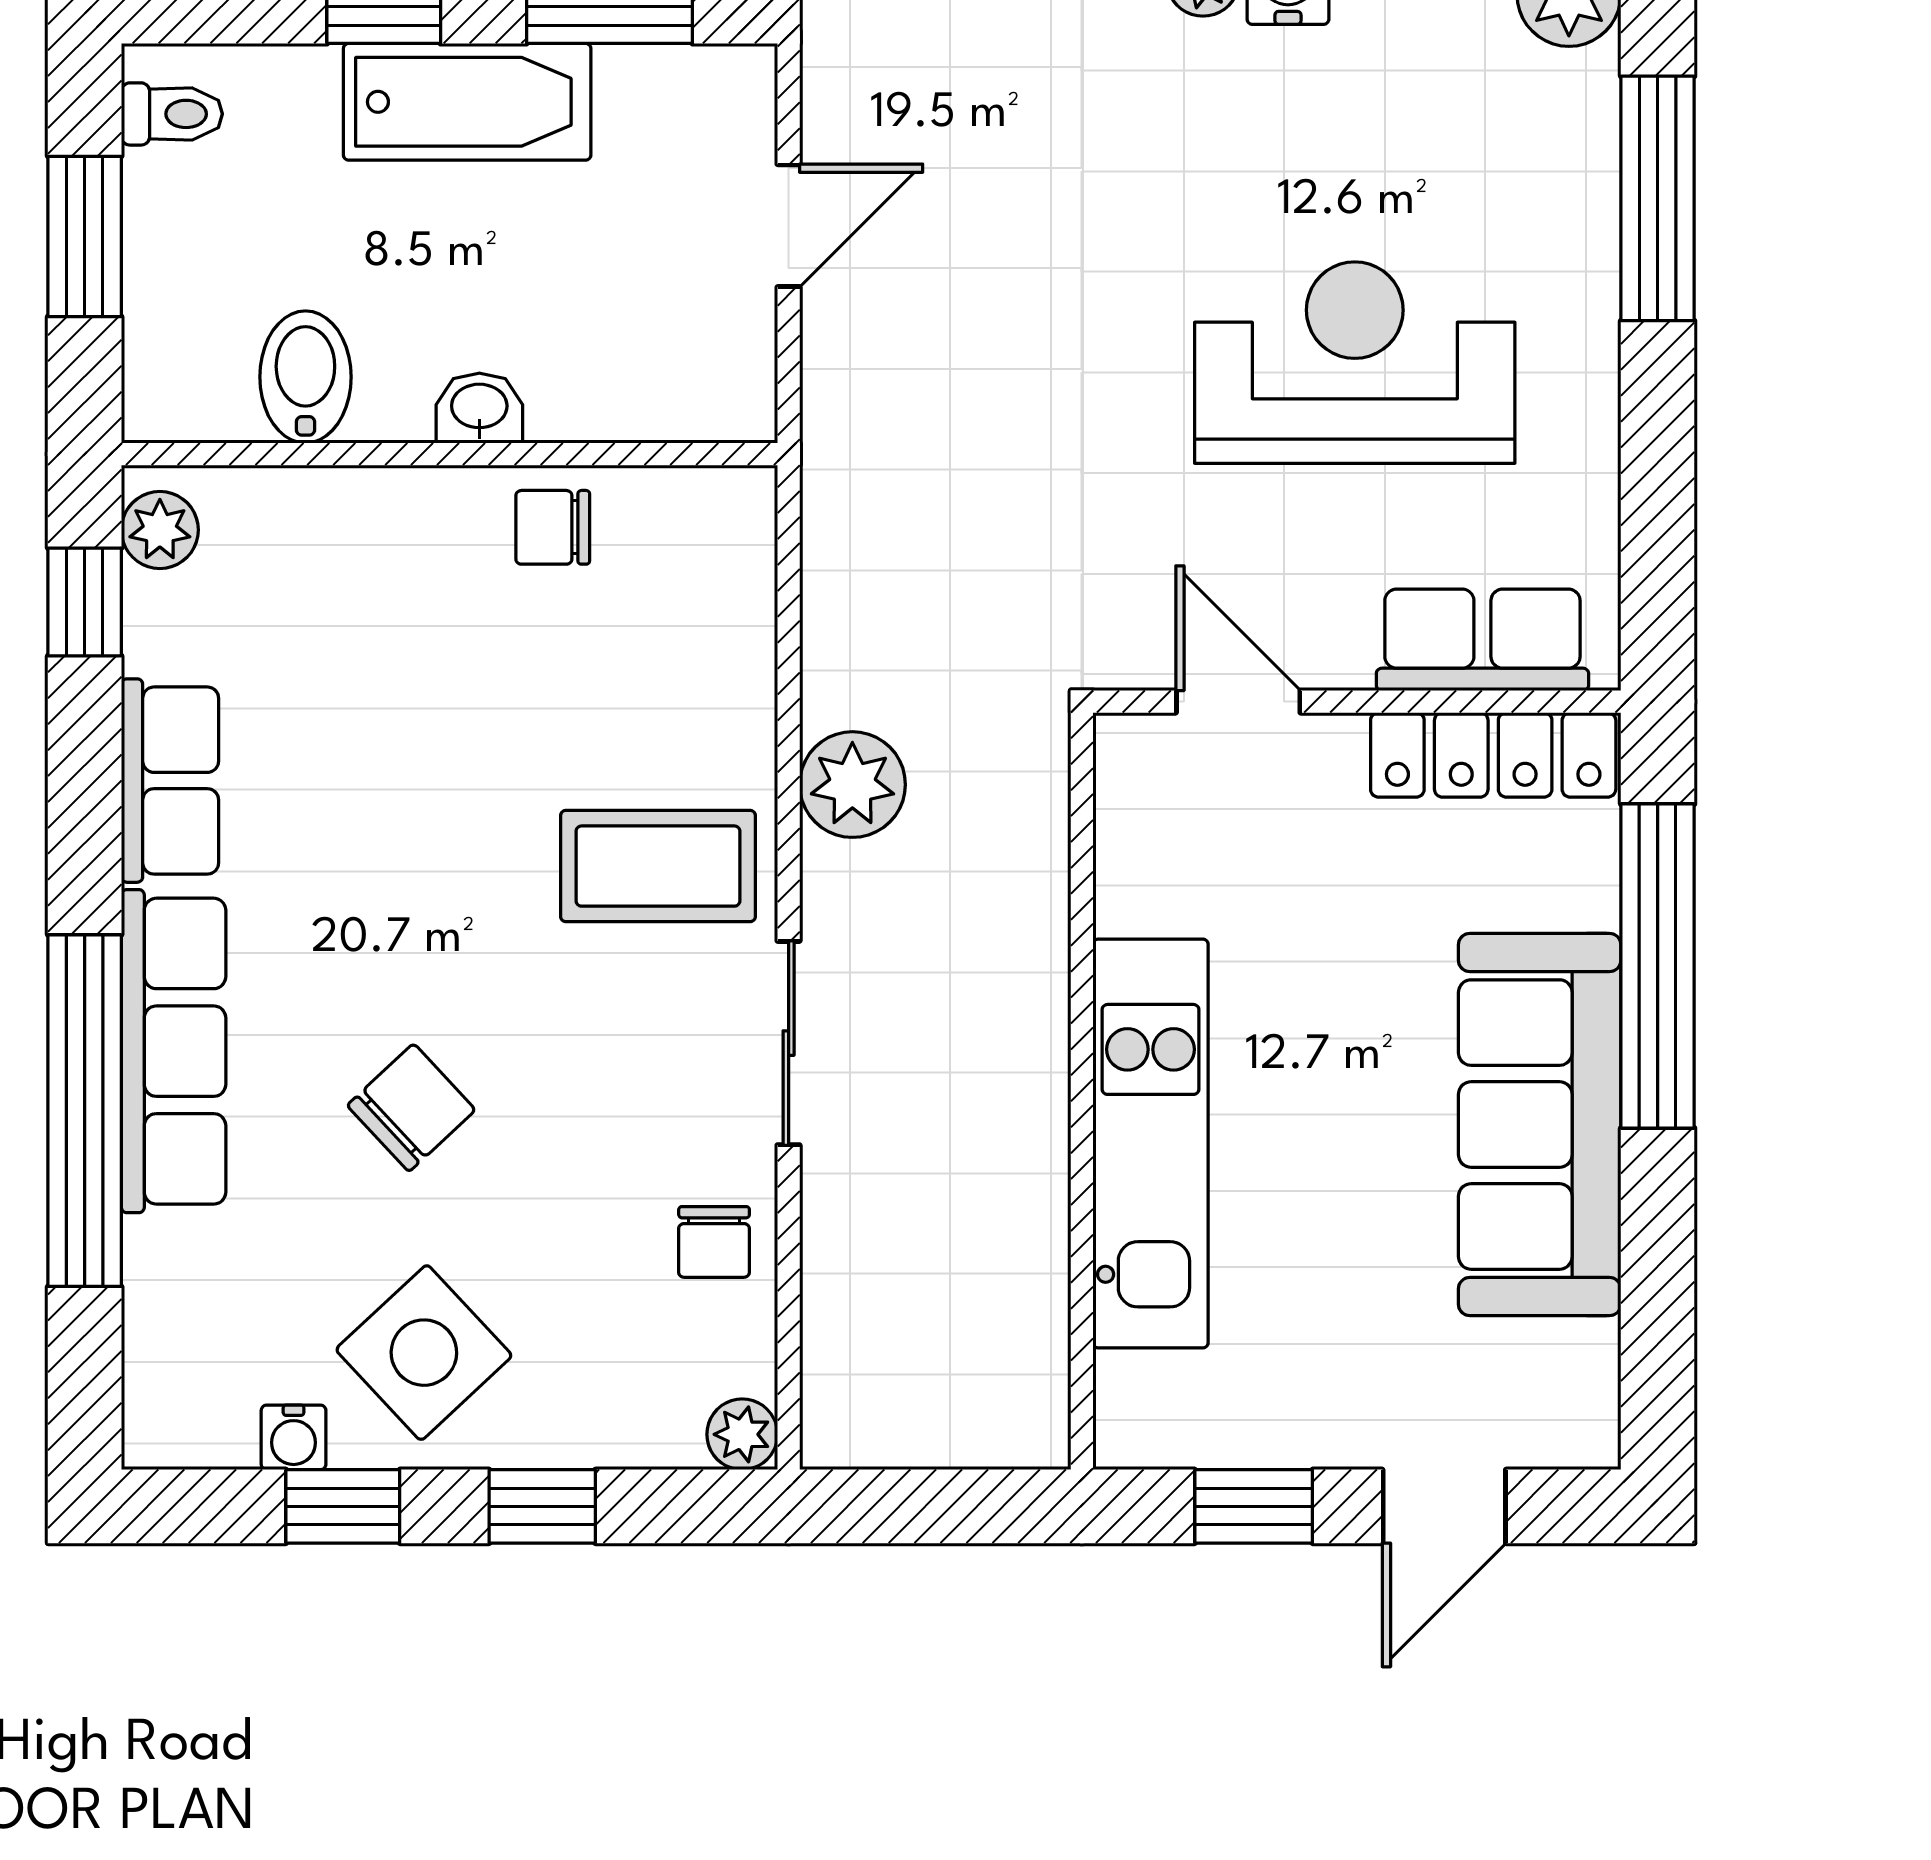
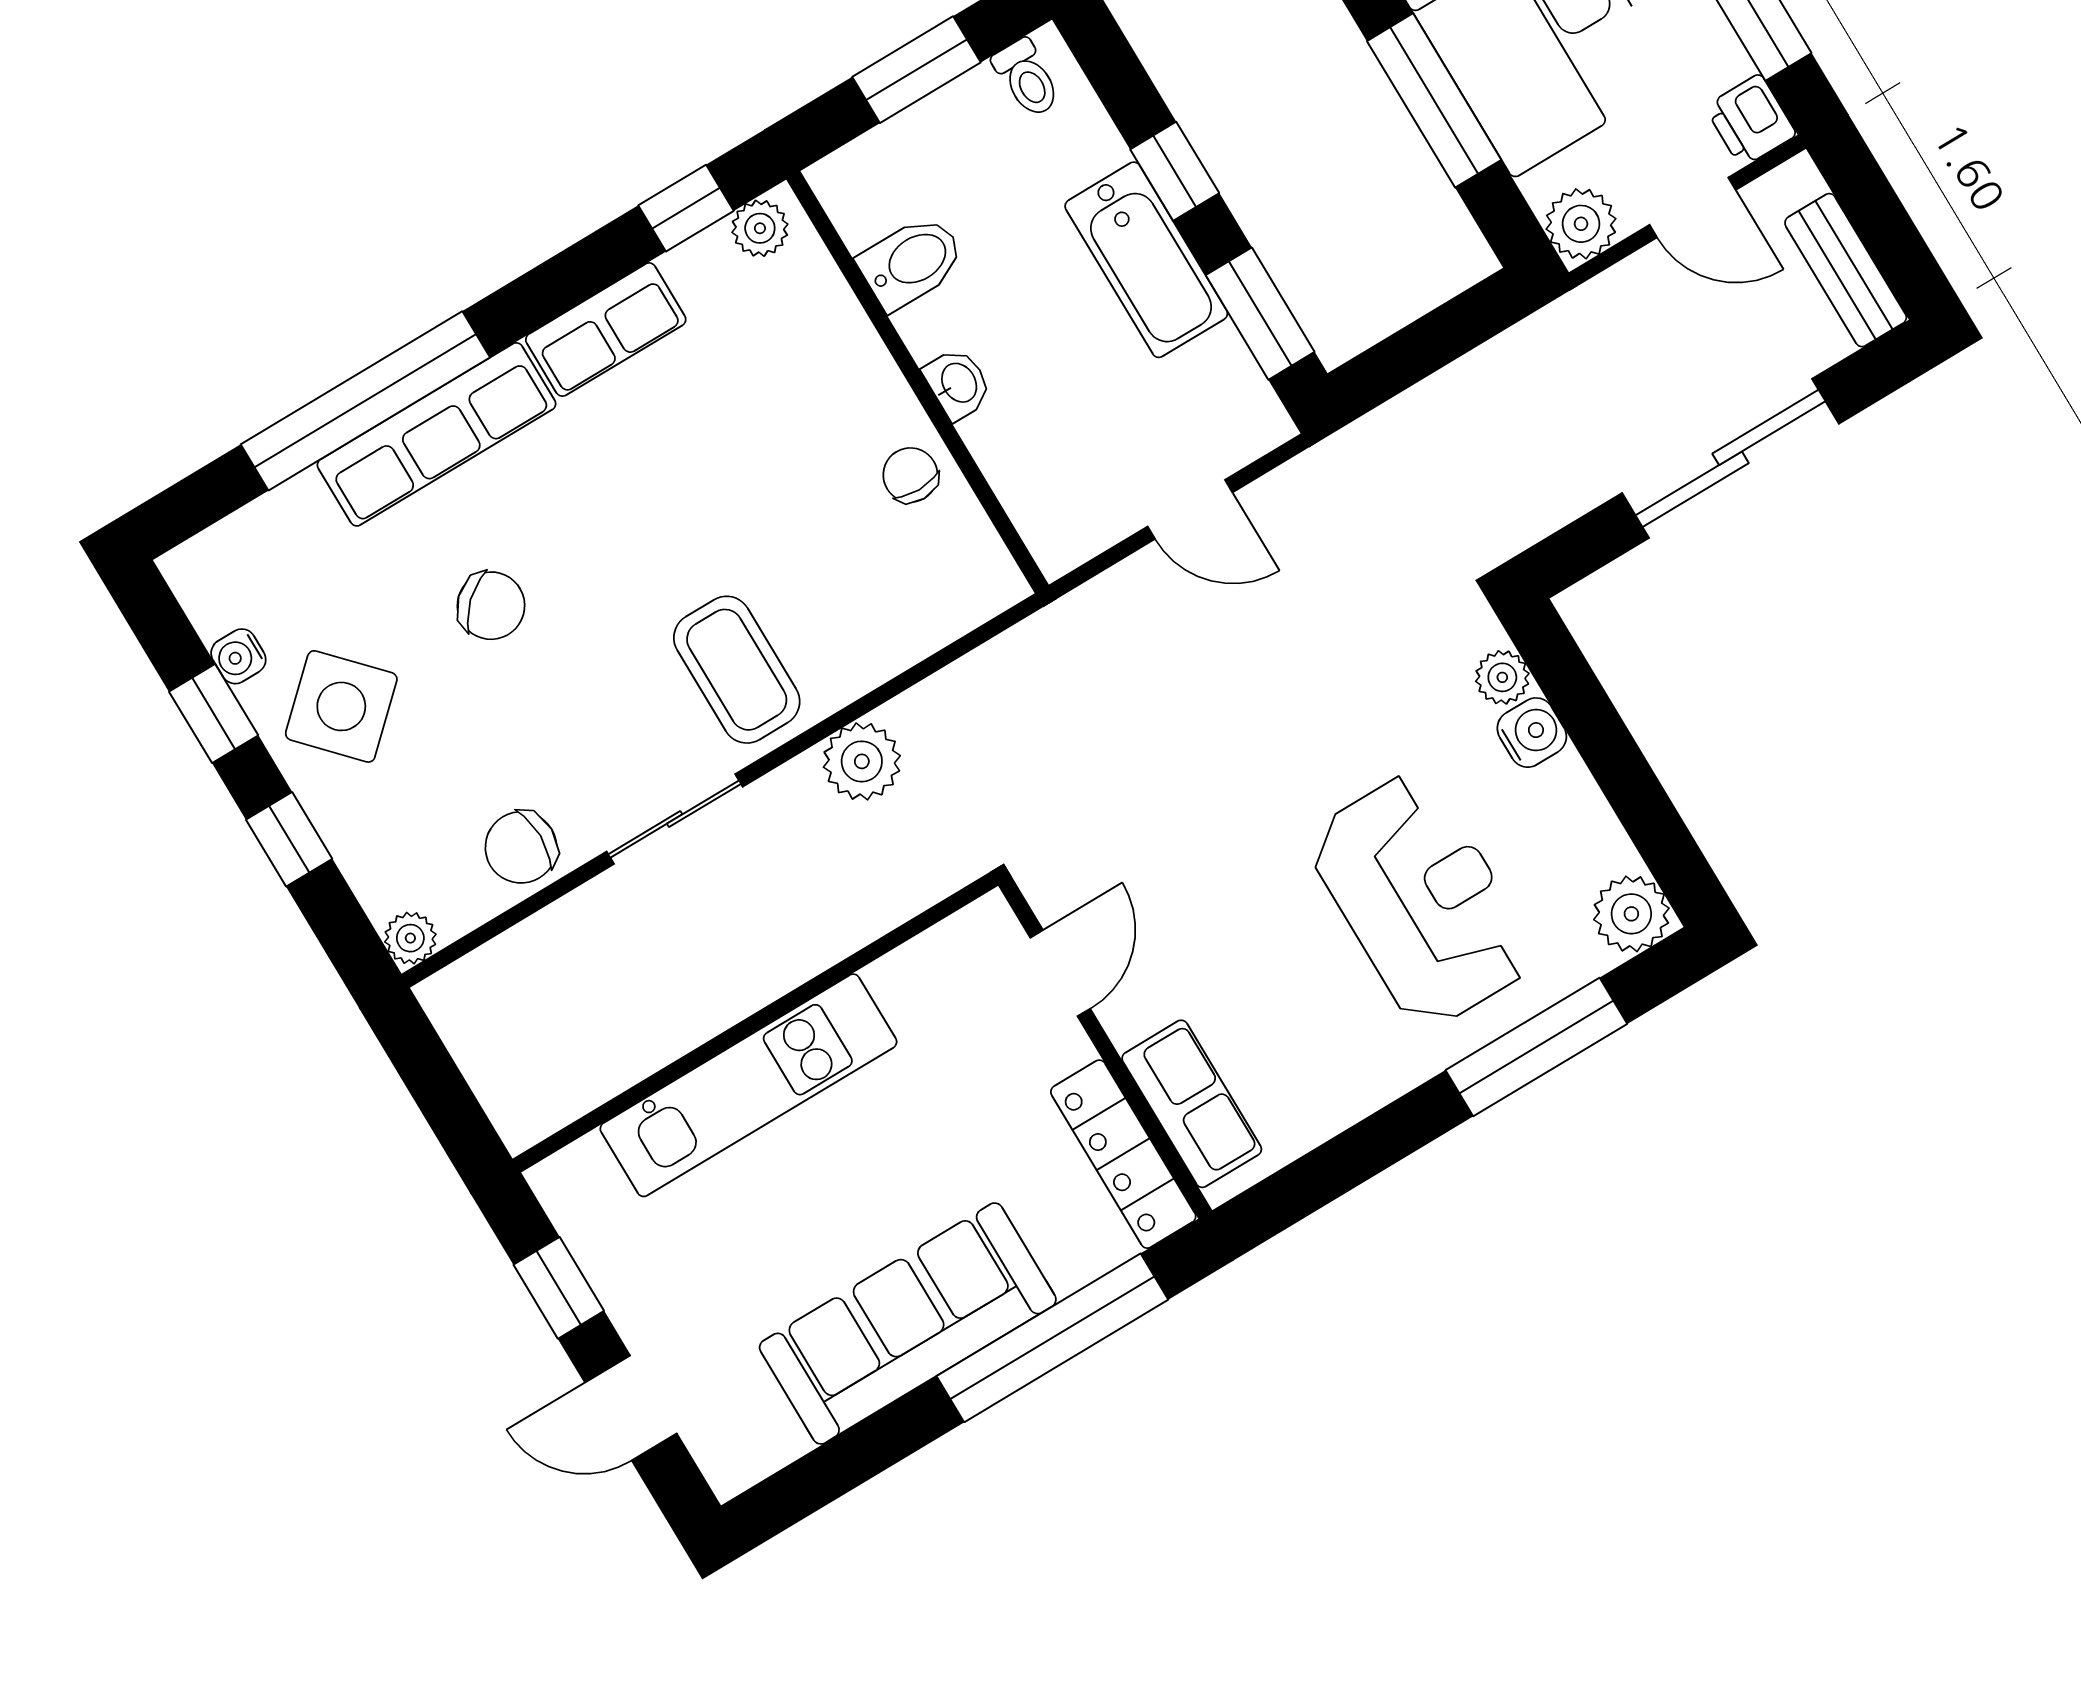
reception desk: (1355, 363) -> (1421, 900), moved
chair: (714, 1242) -> (521, 847), width x1.37, depth x1.37

